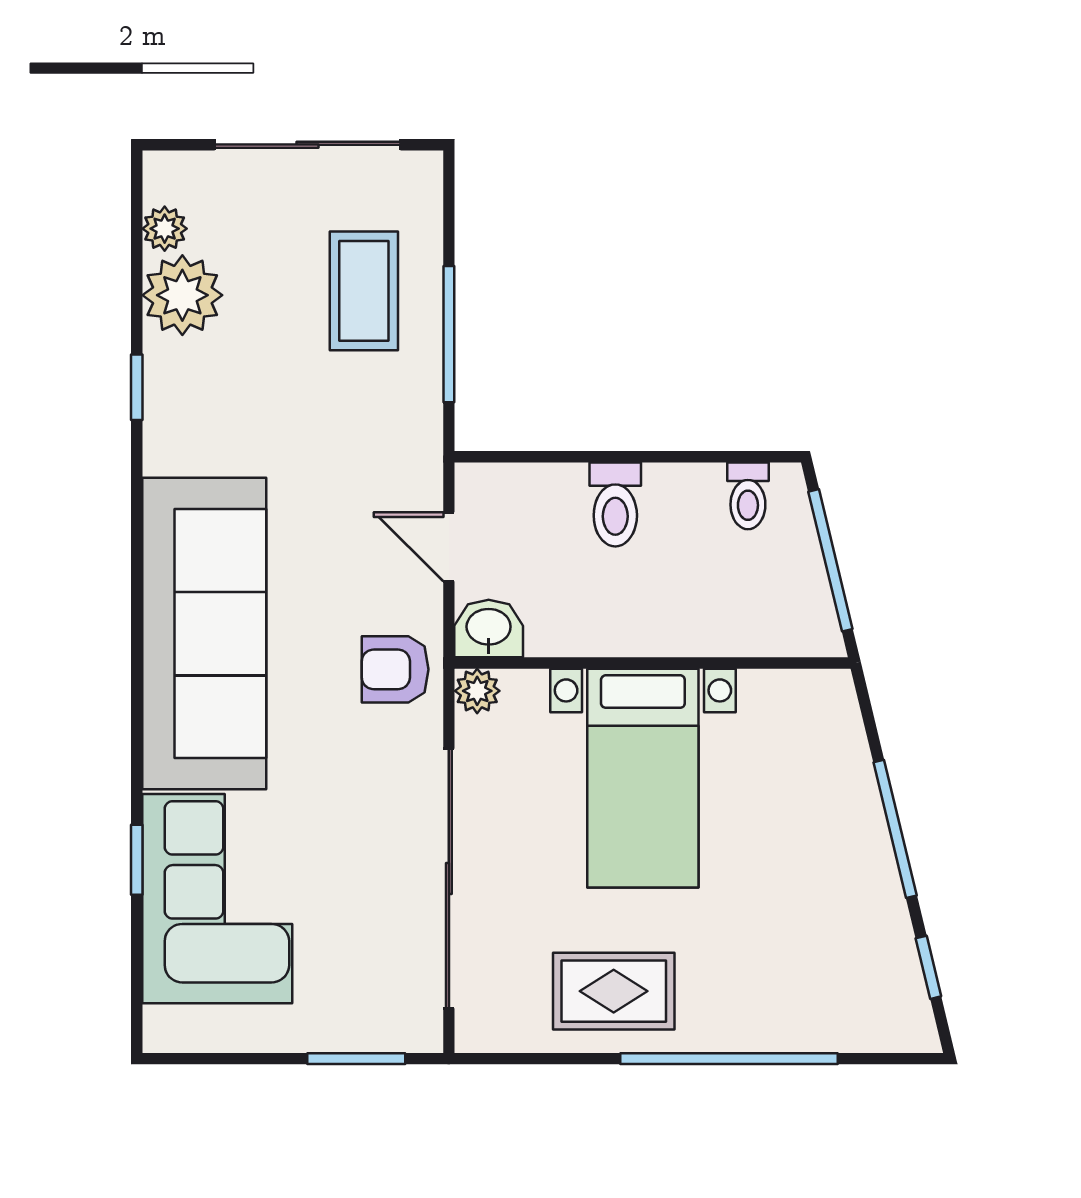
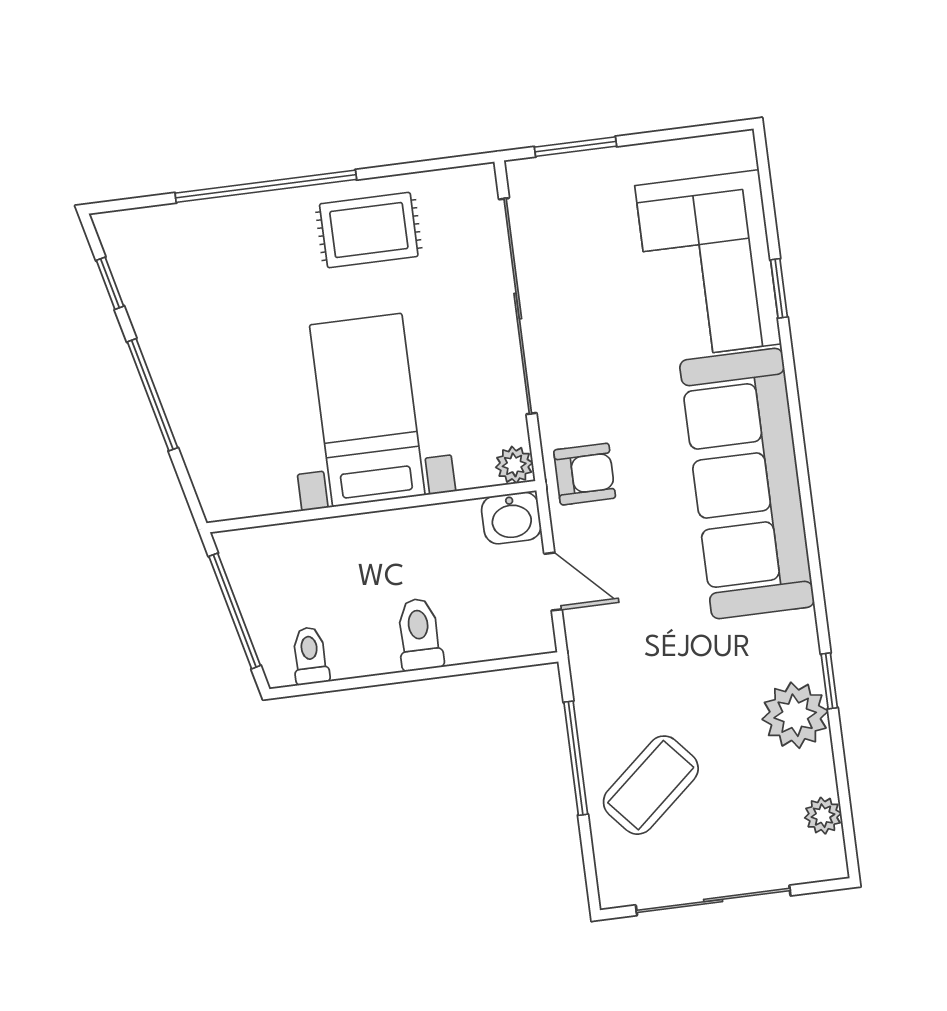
coffee table: (364, 291) -> (651, 785), turned 49
plant: (182, 295) -> (795, 715), moved

